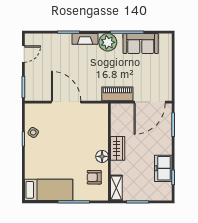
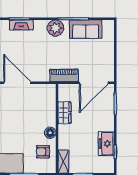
fireplace: (85, 39) -> (21, 25), moved
wardrobe: (118, 148) -> (64, 113), moved

